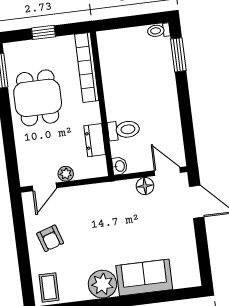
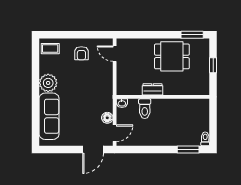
bookcase: (87, 67) -> (187, 90), removed
dresser: (95, 140) -> (152, 89), moved
plant: (66, 174) -> (121, 68), removed
armchair: (50, 238) -> (81, 53), turned -72
sofa: (144, 277) -> (49, 116), width x1.36

